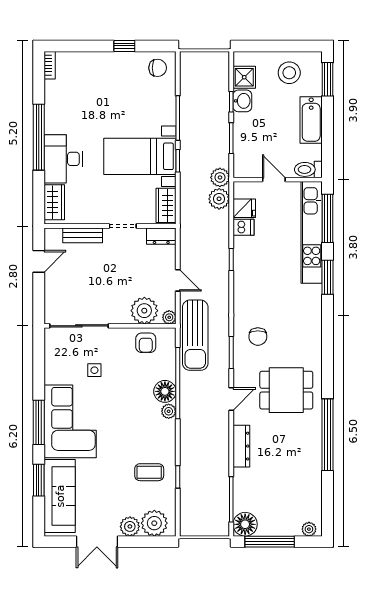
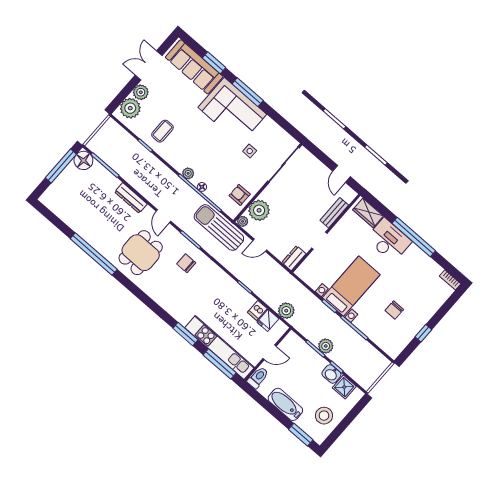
chair: (158, 68) -> (394, 310), moved
plant: (220, 177) -> (326, 346), moved
wardrobe: (166, 205) -> (309, 276), removed
floor lamp: (165, 391) -> (202, 187), width x0.53, depth x0.53
plant: (309, 529) -> (48, 195), removed

